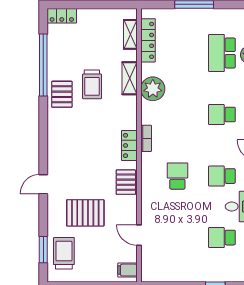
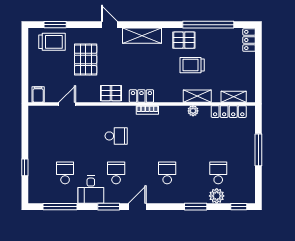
school desk: (222, 53) -> (218, 173), width x0.54
plant: (153, 89) -> (193, 111), width x0.53, depth x0.53
shelving: (57, 145) -> (142, 36), added

